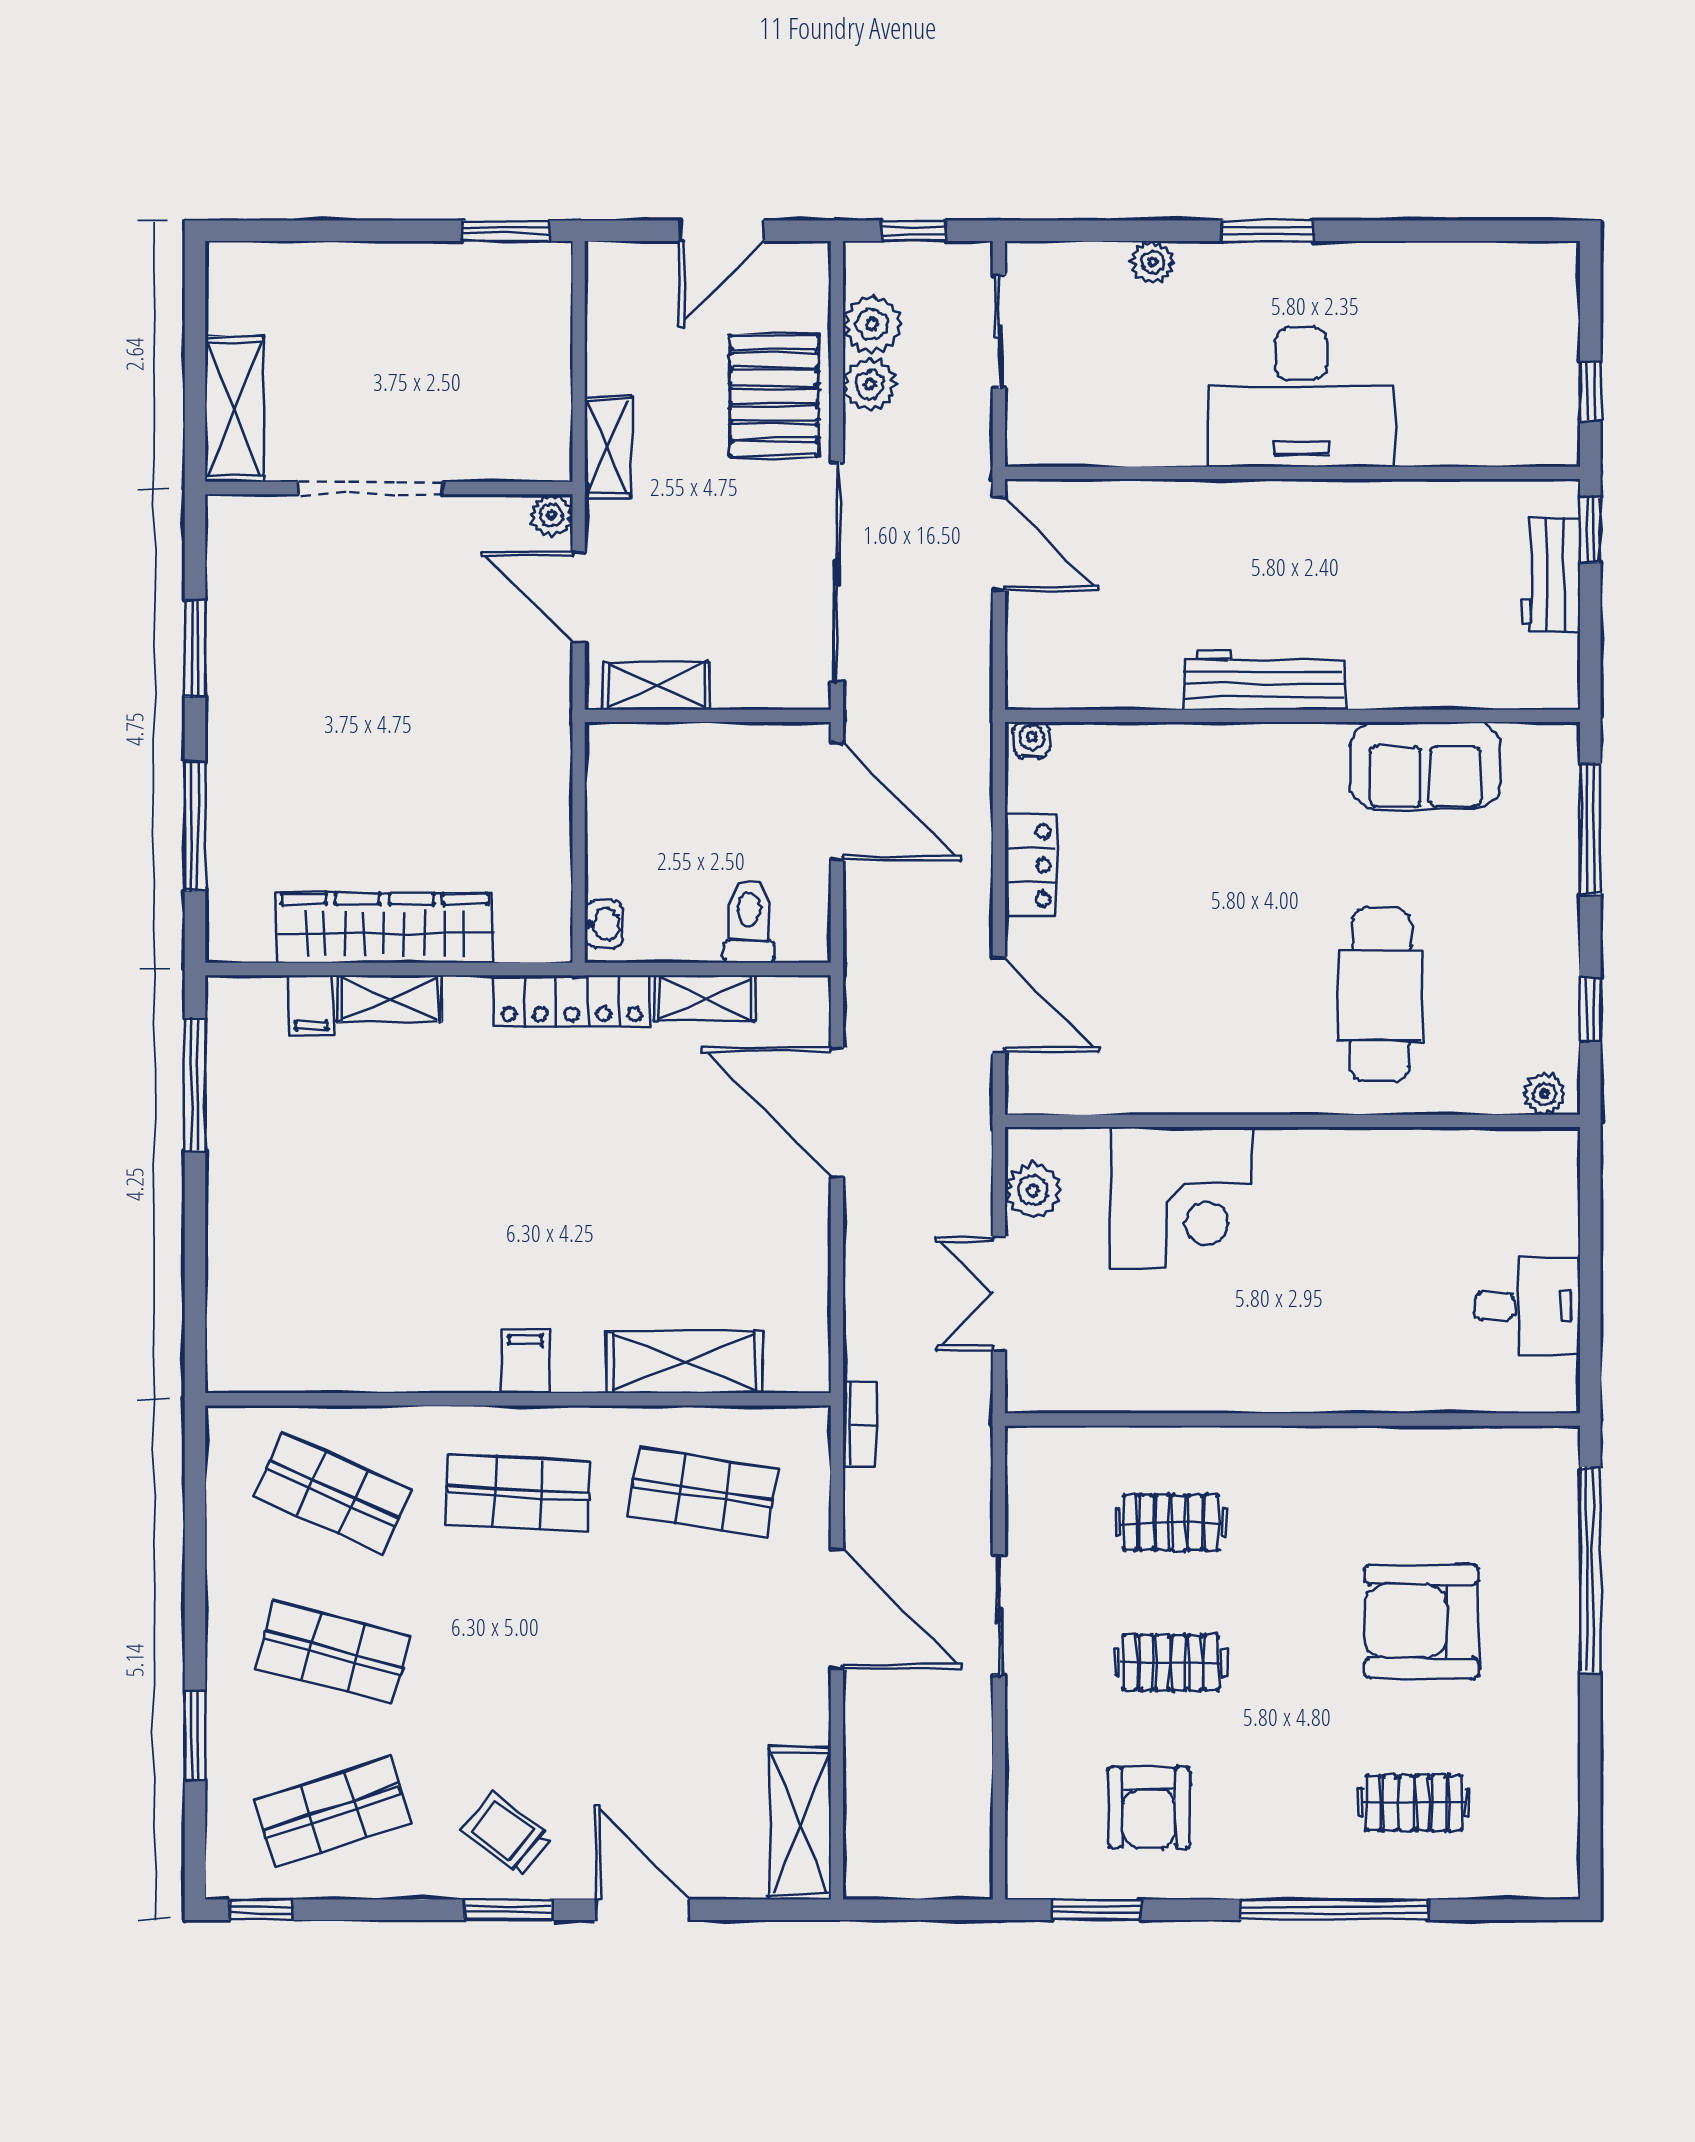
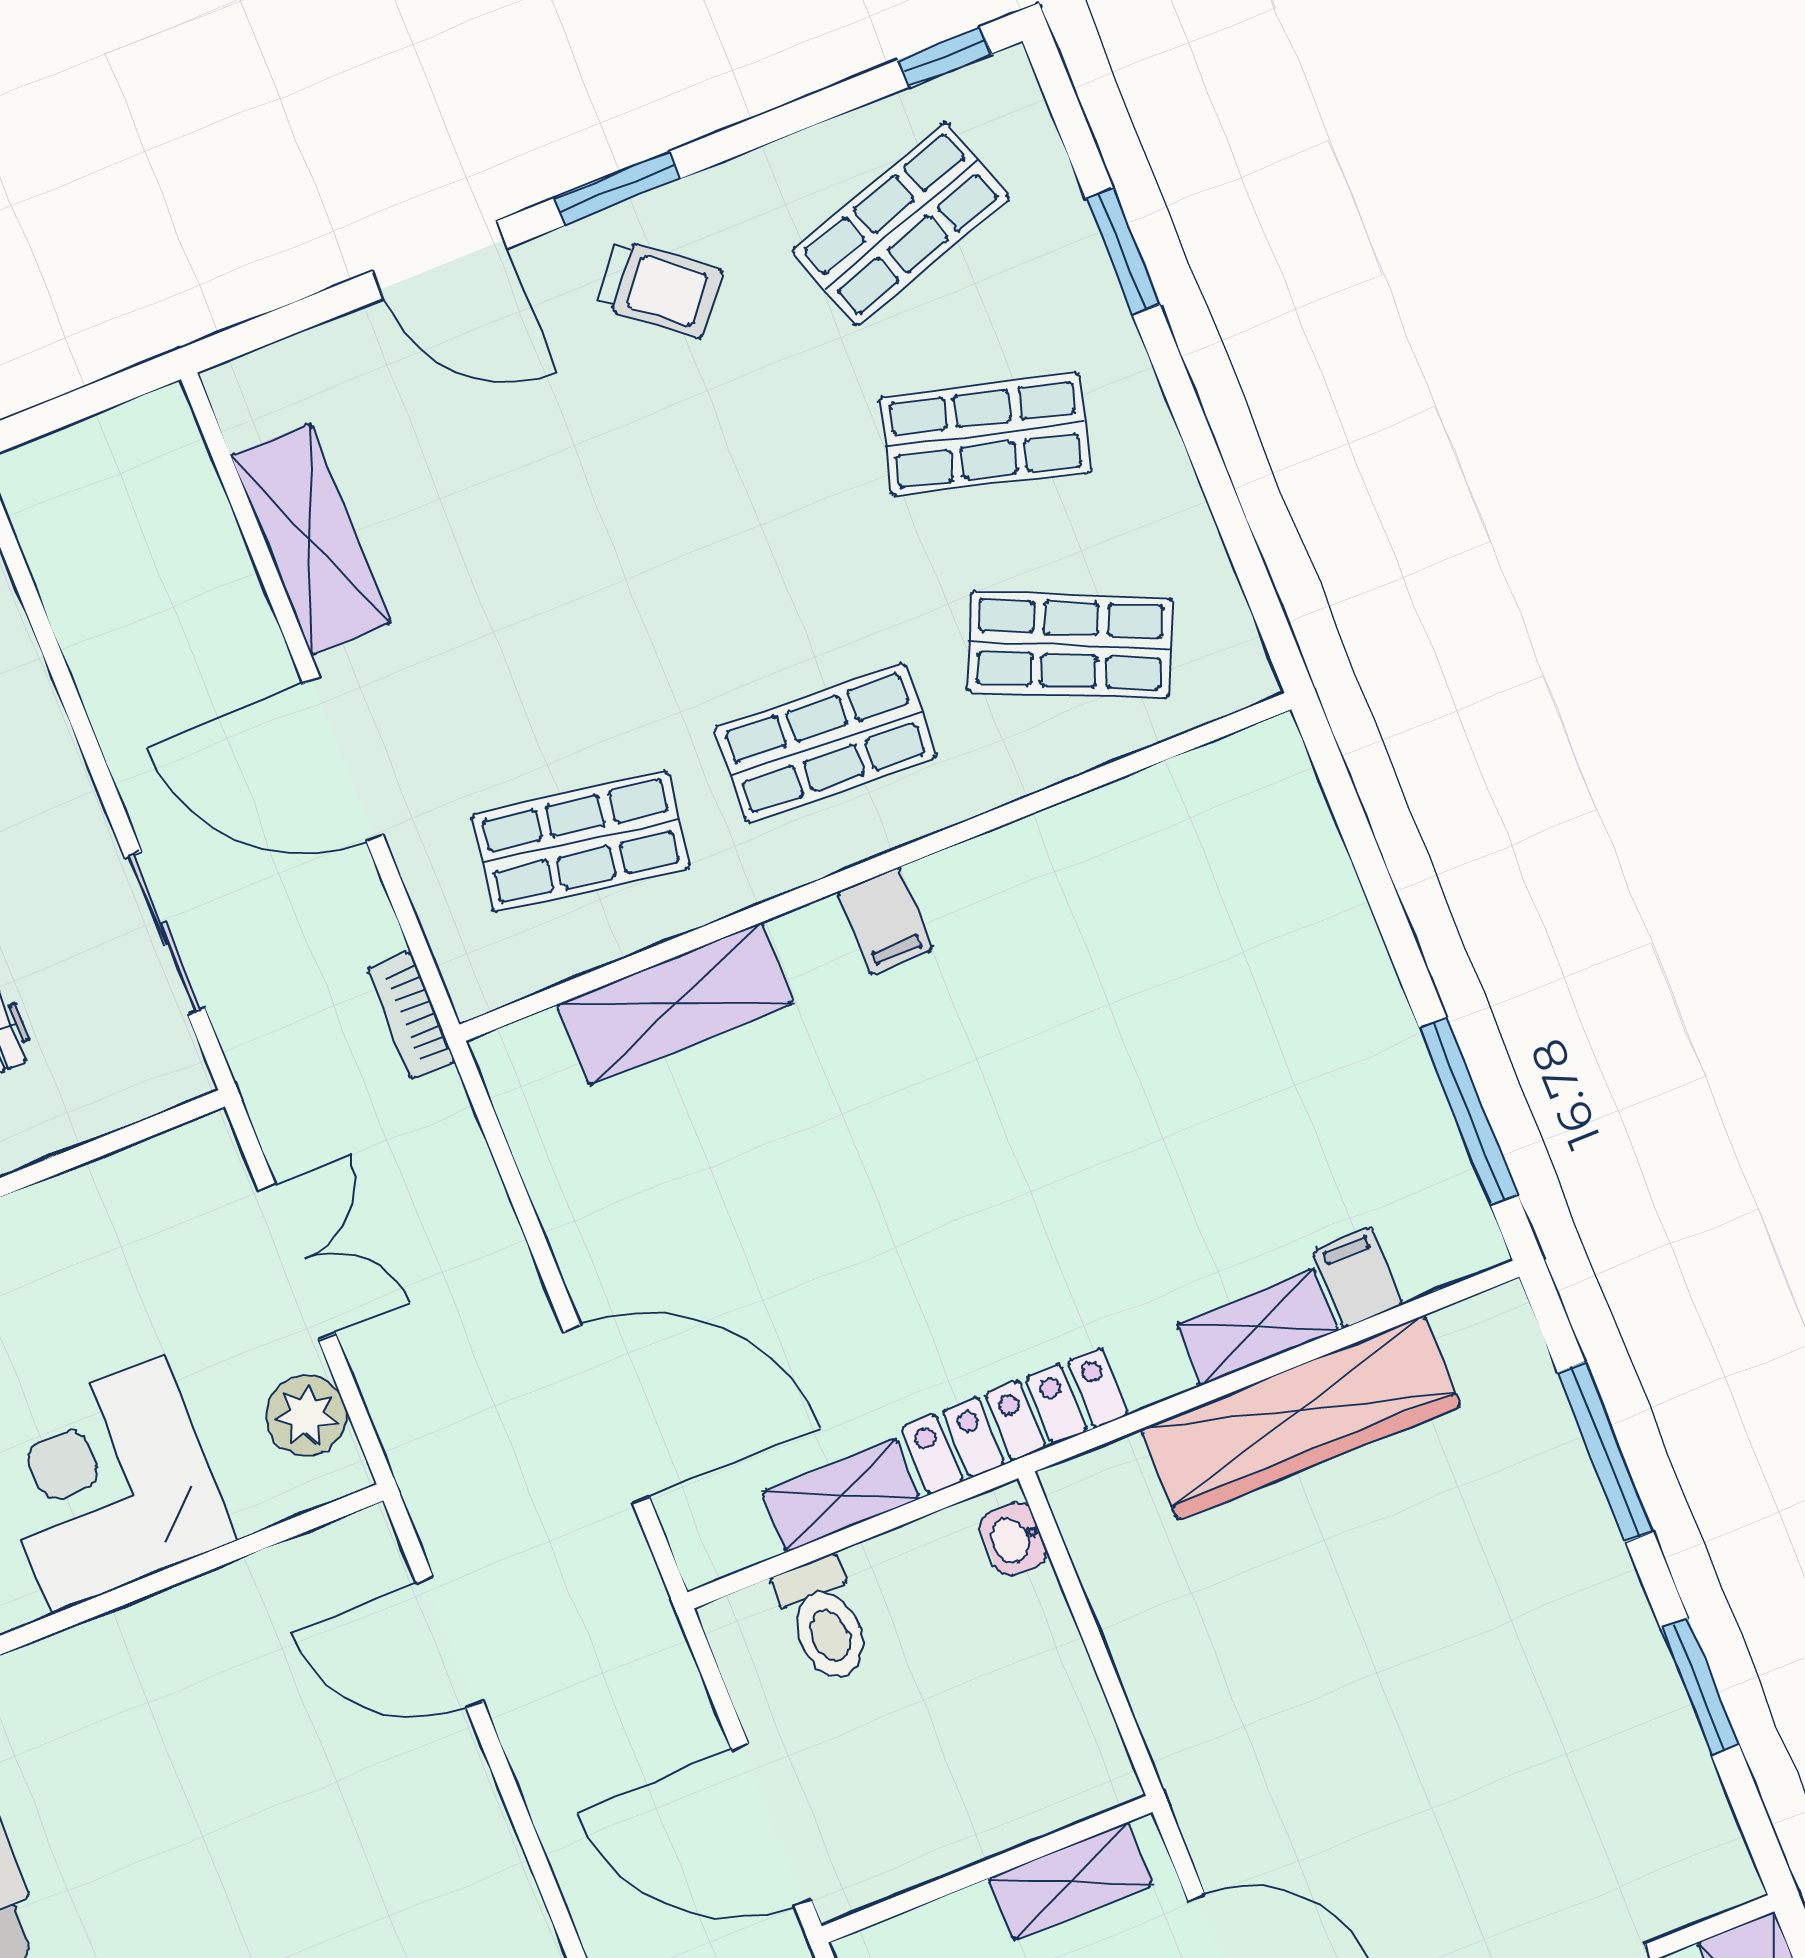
locker: (1031, 865) -> (482, 1844), removed
sliding door: (999, 1615) -> (165, 933), moved
shelving: (800, 1823) -> (311, 539), moved

